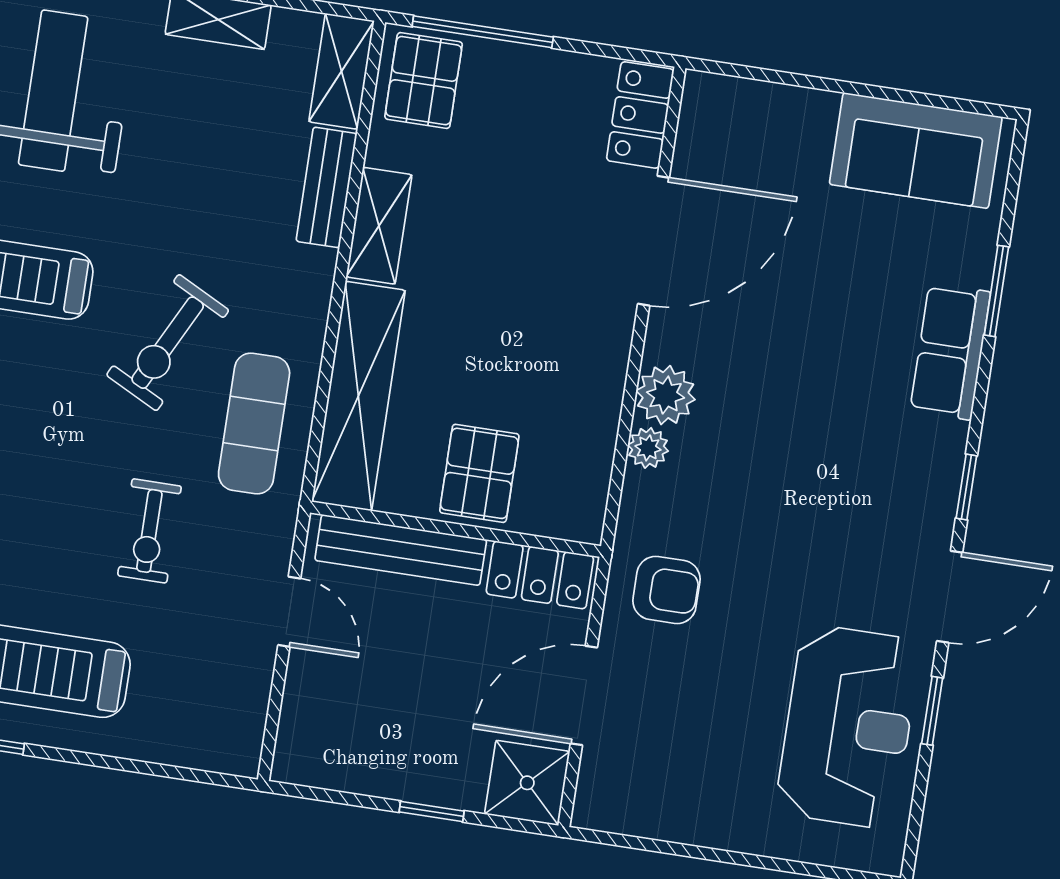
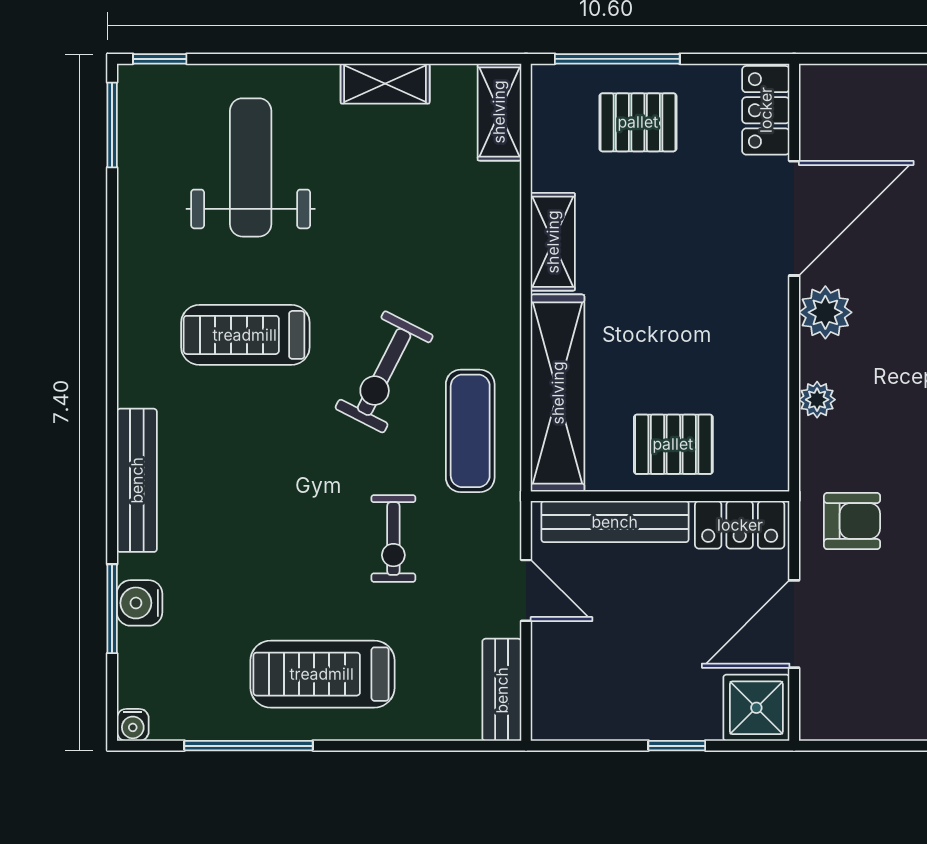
pallet: (424, 81) -> (638, 122), moved, turned 90
bench: (326, 187) -> (502, 690), moved
plant: (666, 395) -> (825, 312), moved
pallet: (479, 473) -> (673, 444), turned 90

